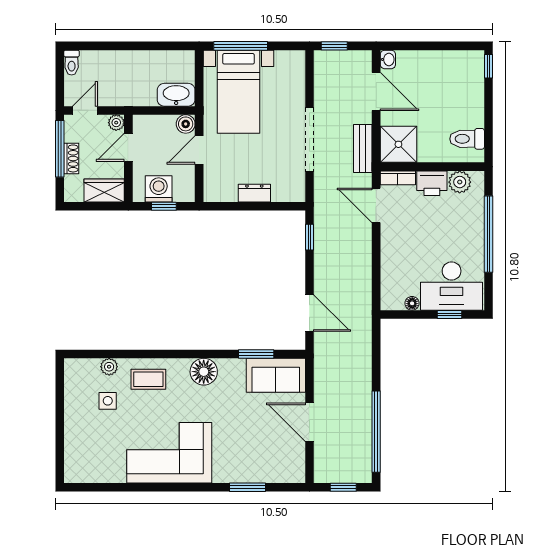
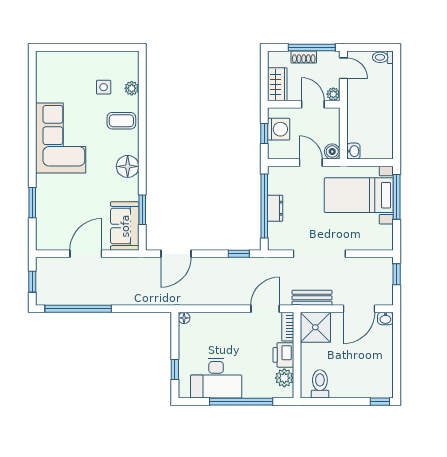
washbasin: (176, 95) -> (353, 151), width x0.52, depth x0.69
window: (252, 206) -> (264, 206), added
desk: (452, 286) -> (216, 378), moved, turned -90
floor lamp: (412, 303) -> (184, 318), moved
coffee table: (148, 379) -> (121, 121), turned 90

